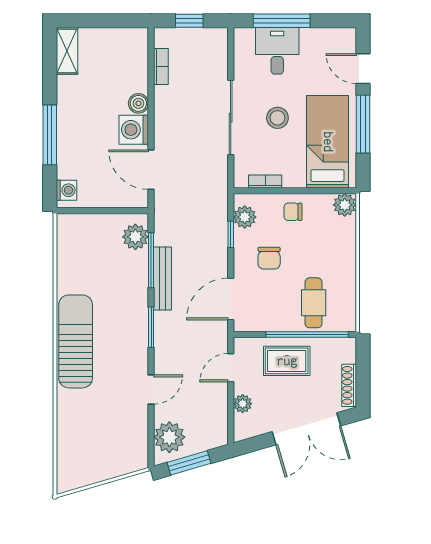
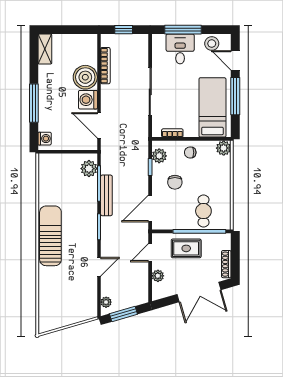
bookcase: (161, 67) -> (105, 66), width x1.56
boiler: (138, 103) -> (85, 77), width x1.86, depth x1.86
stool: (277, 118) -> (212, 44), moved
plant: (169, 437) -> (106, 302), width x0.53, depth x0.53

